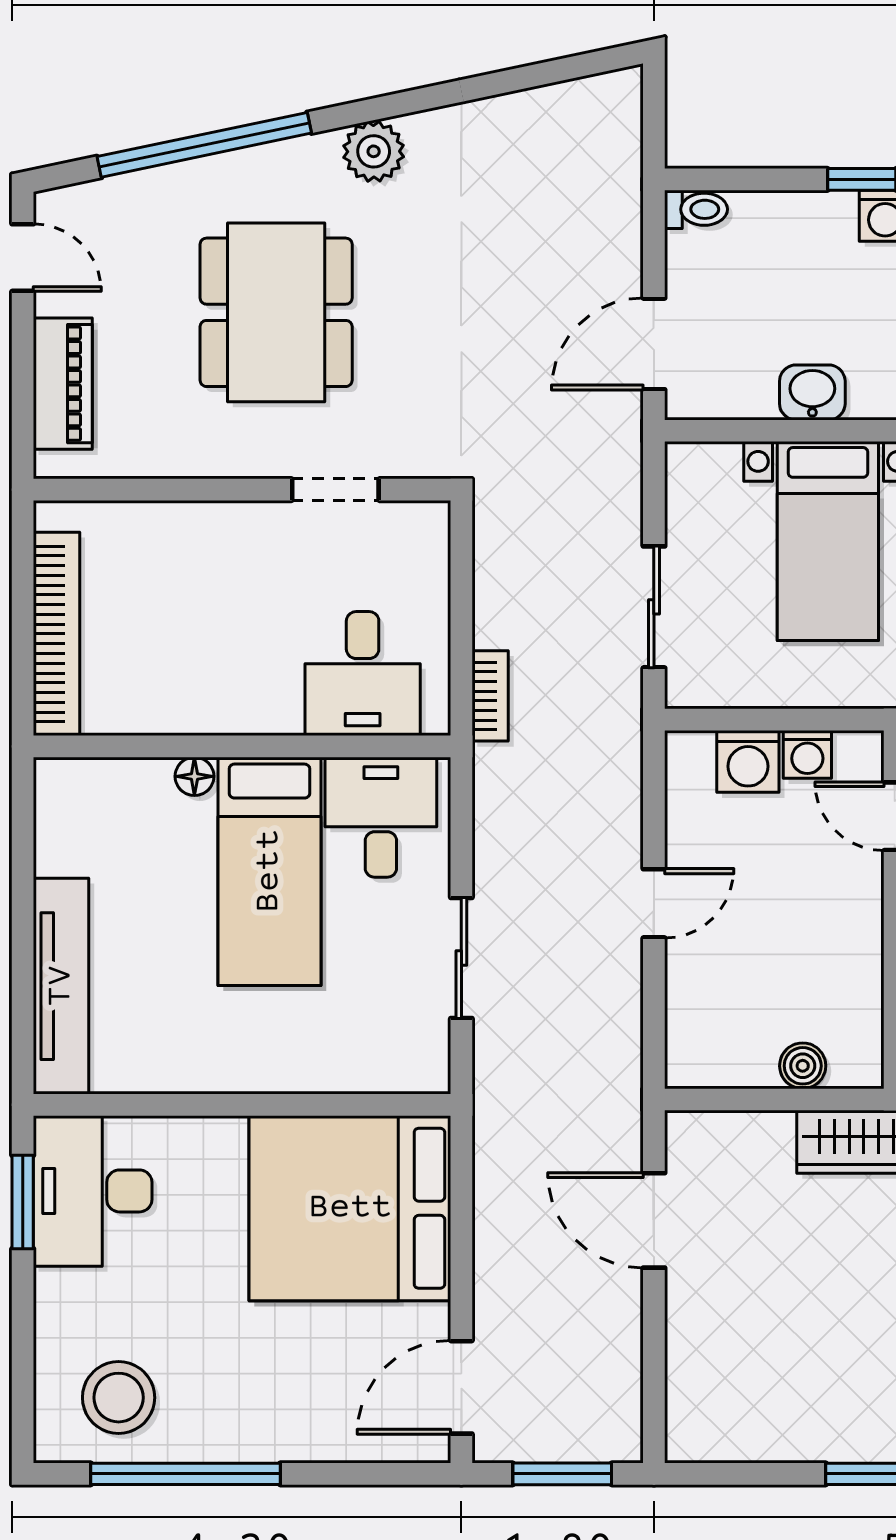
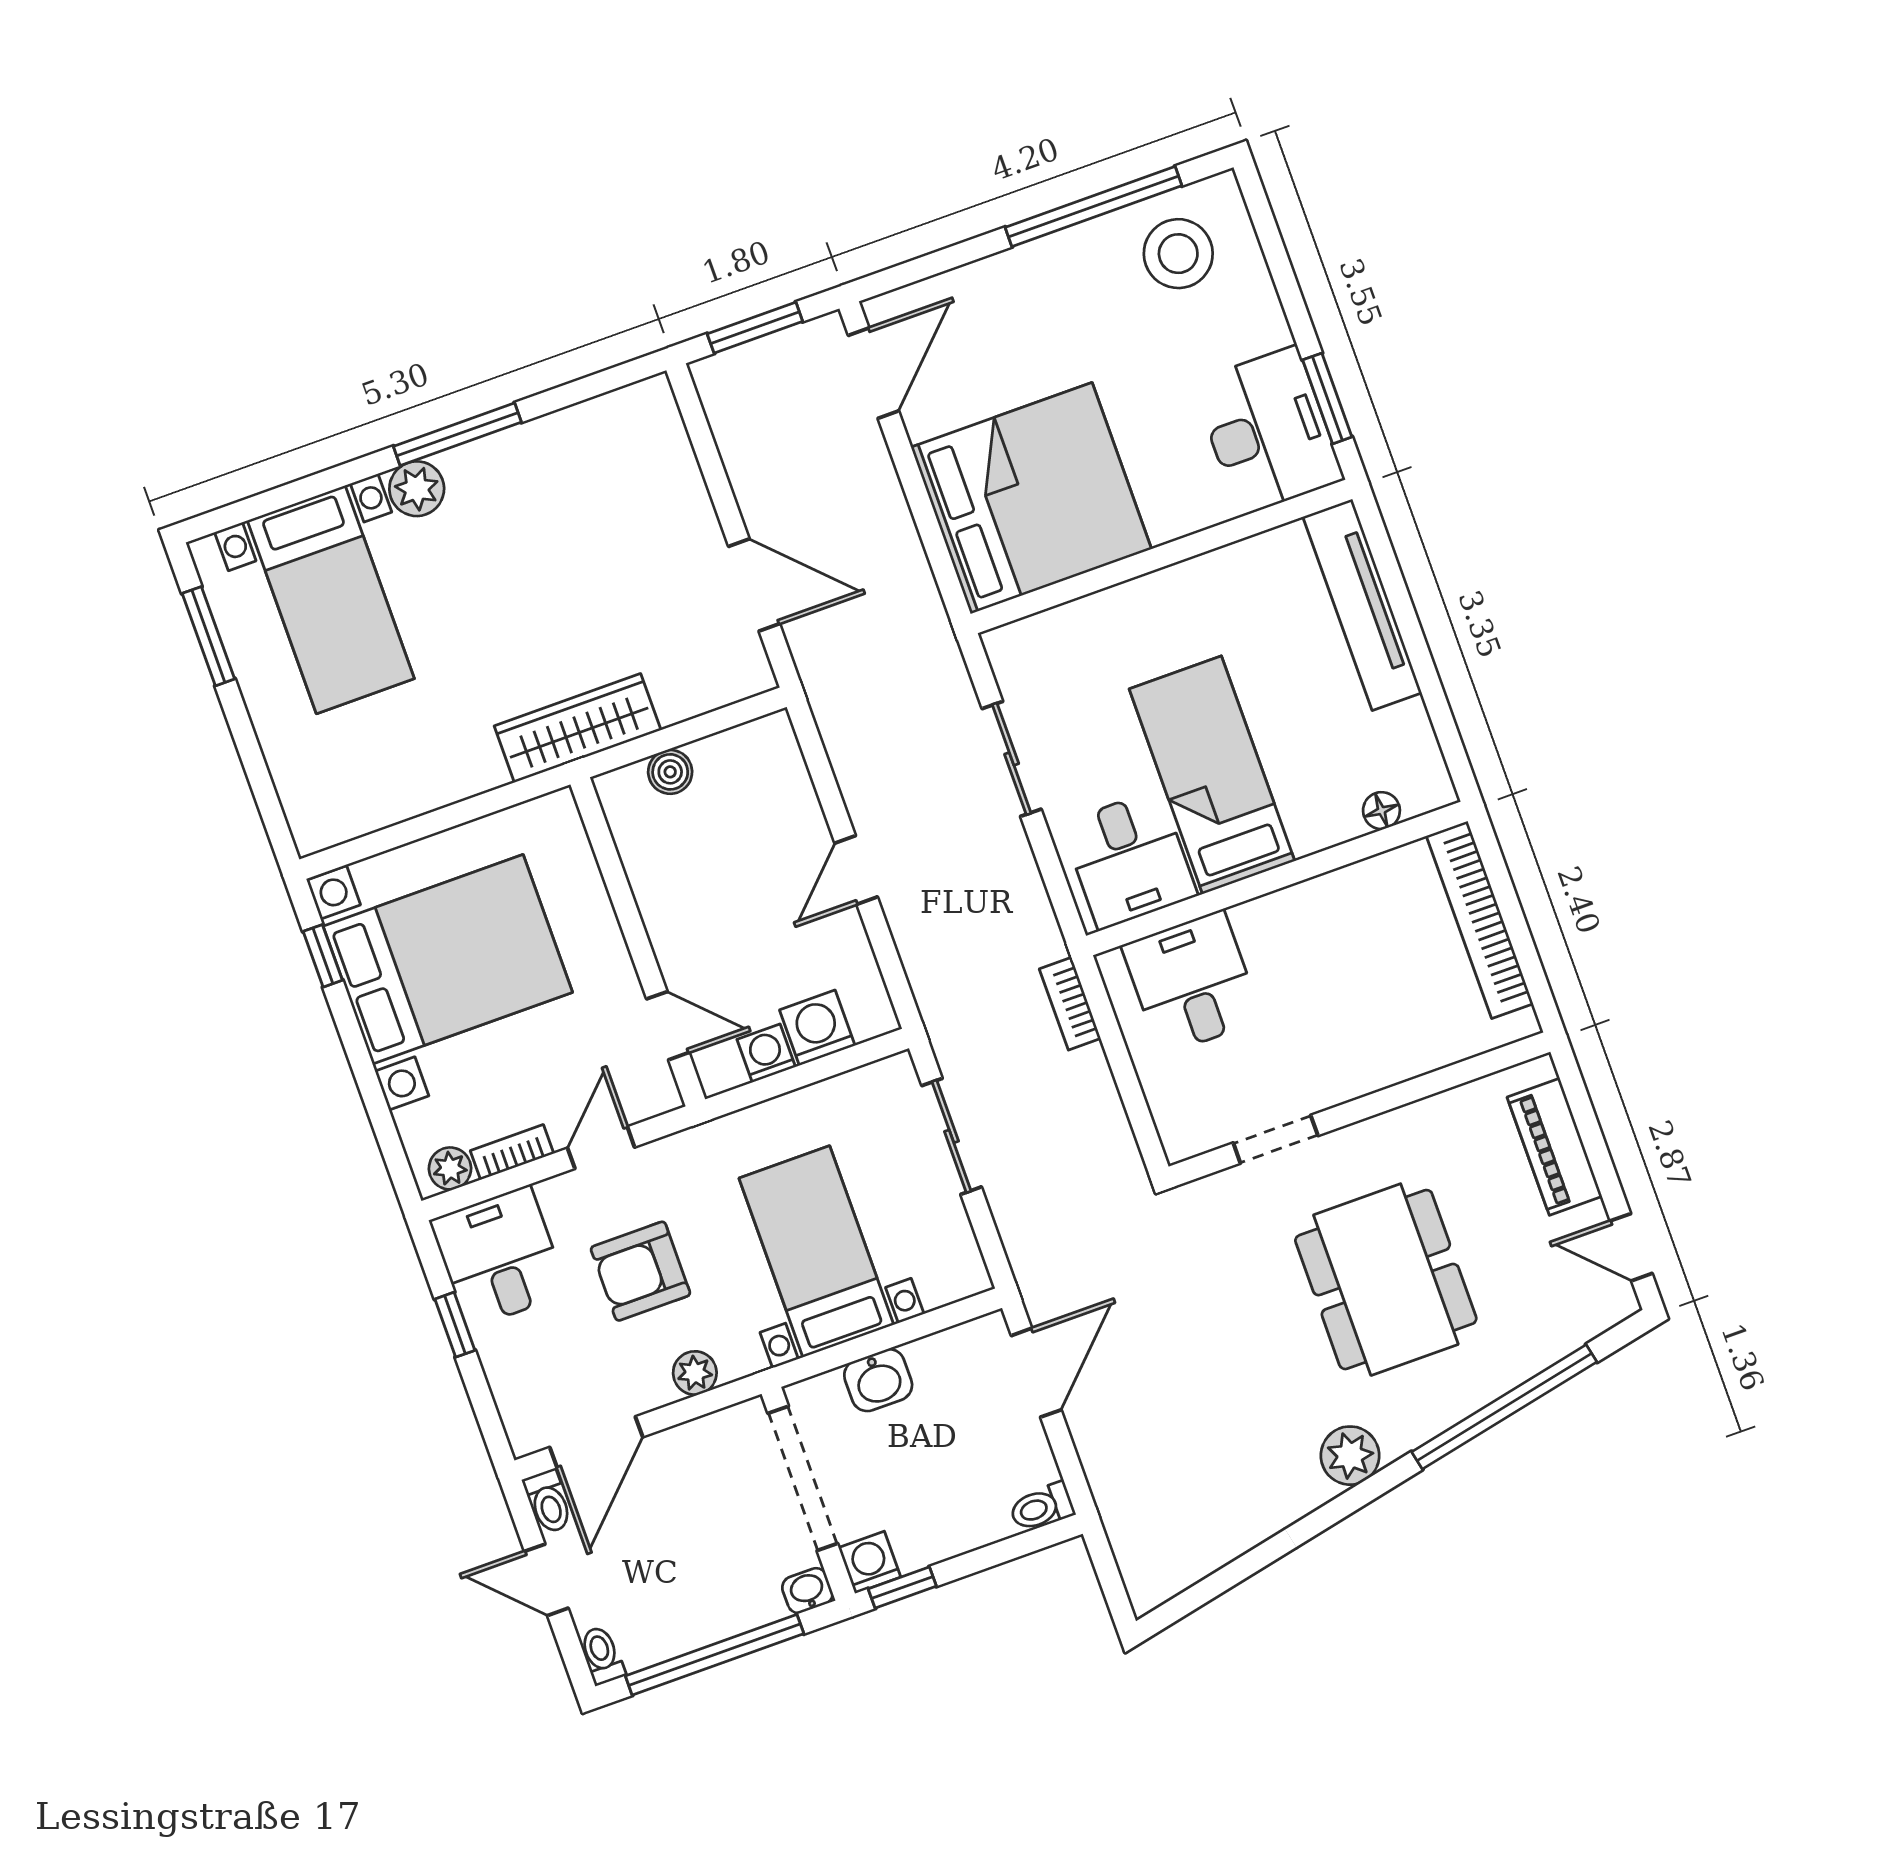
floor lamp: (194, 776) -> (1381, 811), moved

